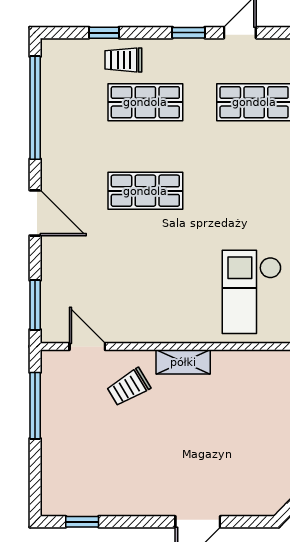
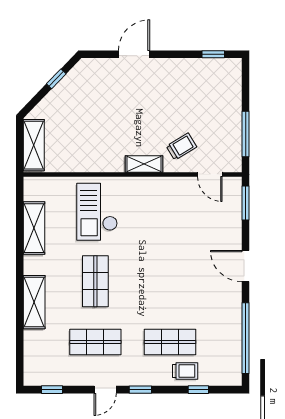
shop shelf: (145, 191) -> (95, 281), moved, turned 90
checkout: (252, 292) -> (97, 212), turned 180

